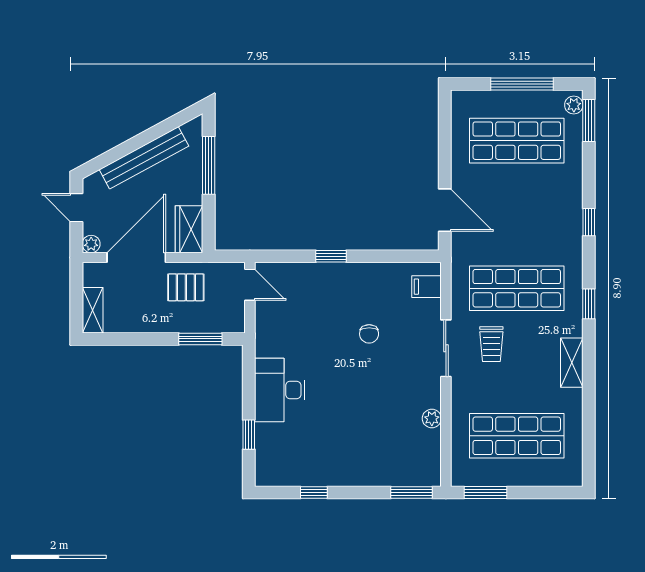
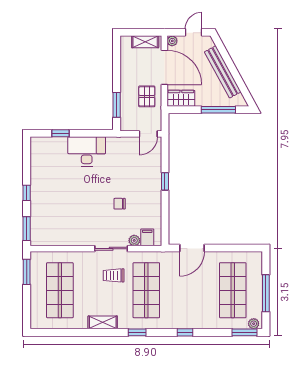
shelving: (93, 310) -> (145, 42), moved
plant: (432, 418) -> (134, 240), moved
window: (314, 492) -> (27, 193), moved

